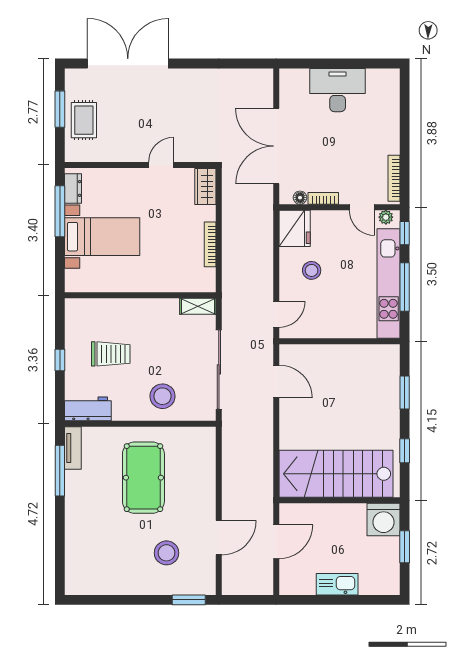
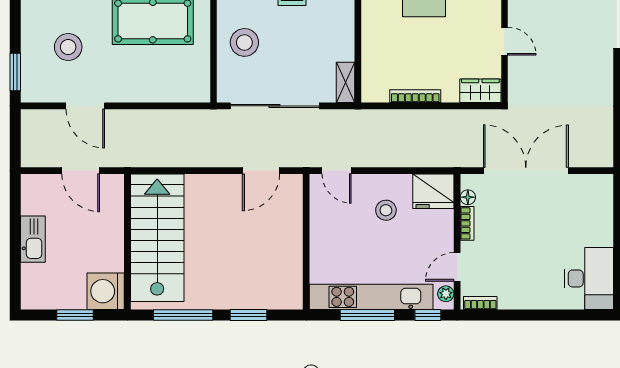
desk: (338, 90) -> (589, 278), moved
bookcase: (394, 178) -> (480, 303), width x0.64
window: (405, 451) -> (183, 315), width x2.17

